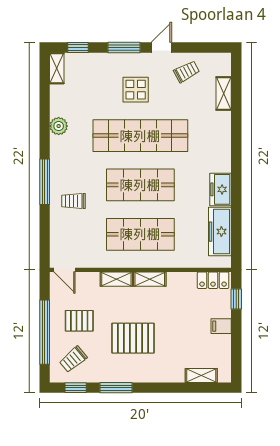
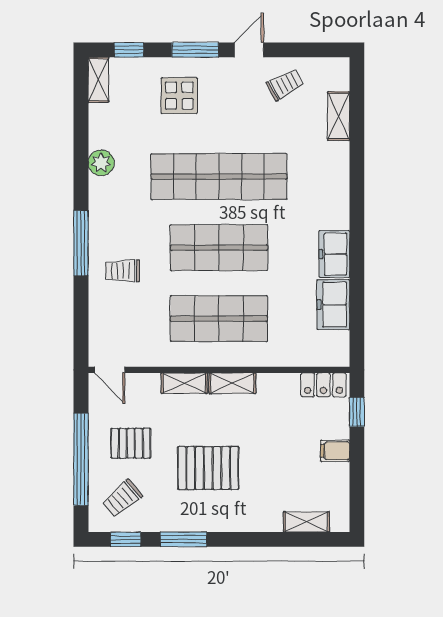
display table: (136, 90) -> (179, 96), moved
freezer: (220, 232) -> (333, 305), width x0.71

